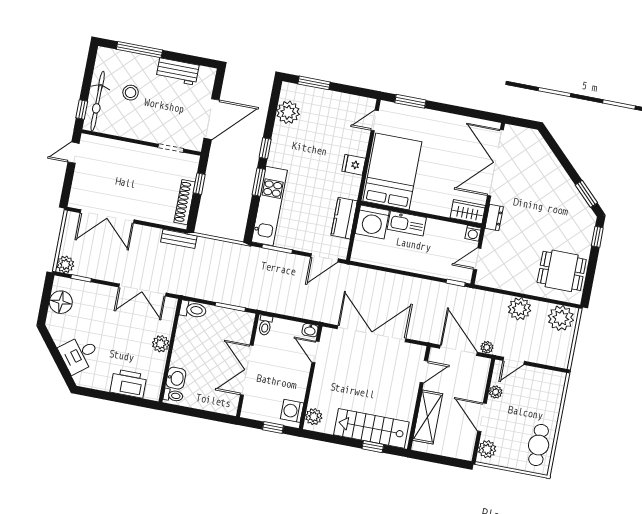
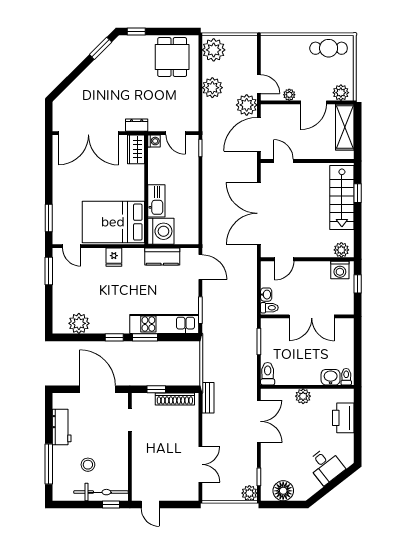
window: (314, 83) -> (49, 271), moved
double door: (107, 216) -> (200, 464), width x0.73
washbasin: (310, 330) -> (266, 295), moved
plant: (487, 347) -> (247, 105), width x1.88, depth x1.88
shelving: (428, 417) -> (345, 127), moved, turned 90

